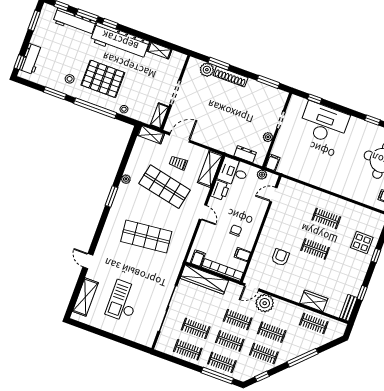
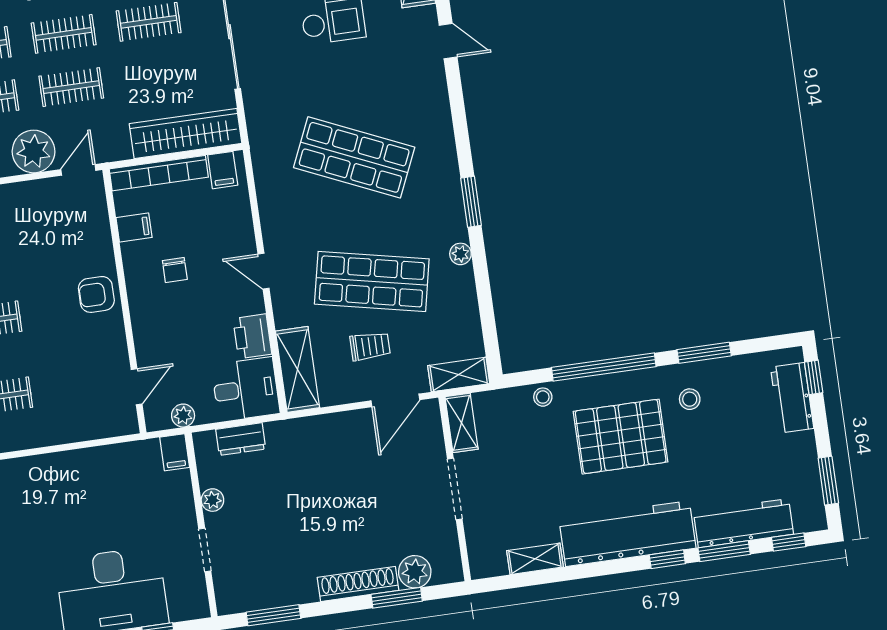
shop shelf: (146, 236) -> (354, 157), turned 30
armchair: (280, 257) -> (96, 294), moved, turned 90

